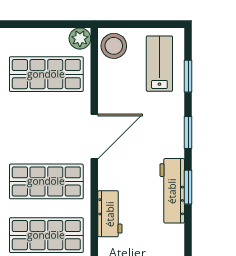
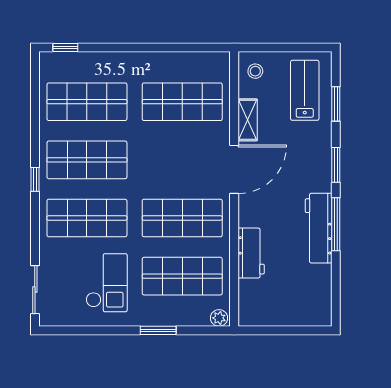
plant: (80, 38) -> (219, 63), removed
stool: (114, 46) -> (255, 71), width x0.53, depth x0.53
shelving: (107, 91) -> (248, 120), added
window: (188, 187) -> (336, 224), width x1.44

